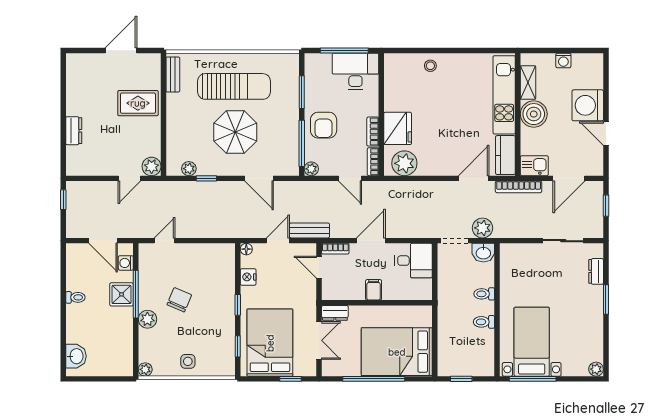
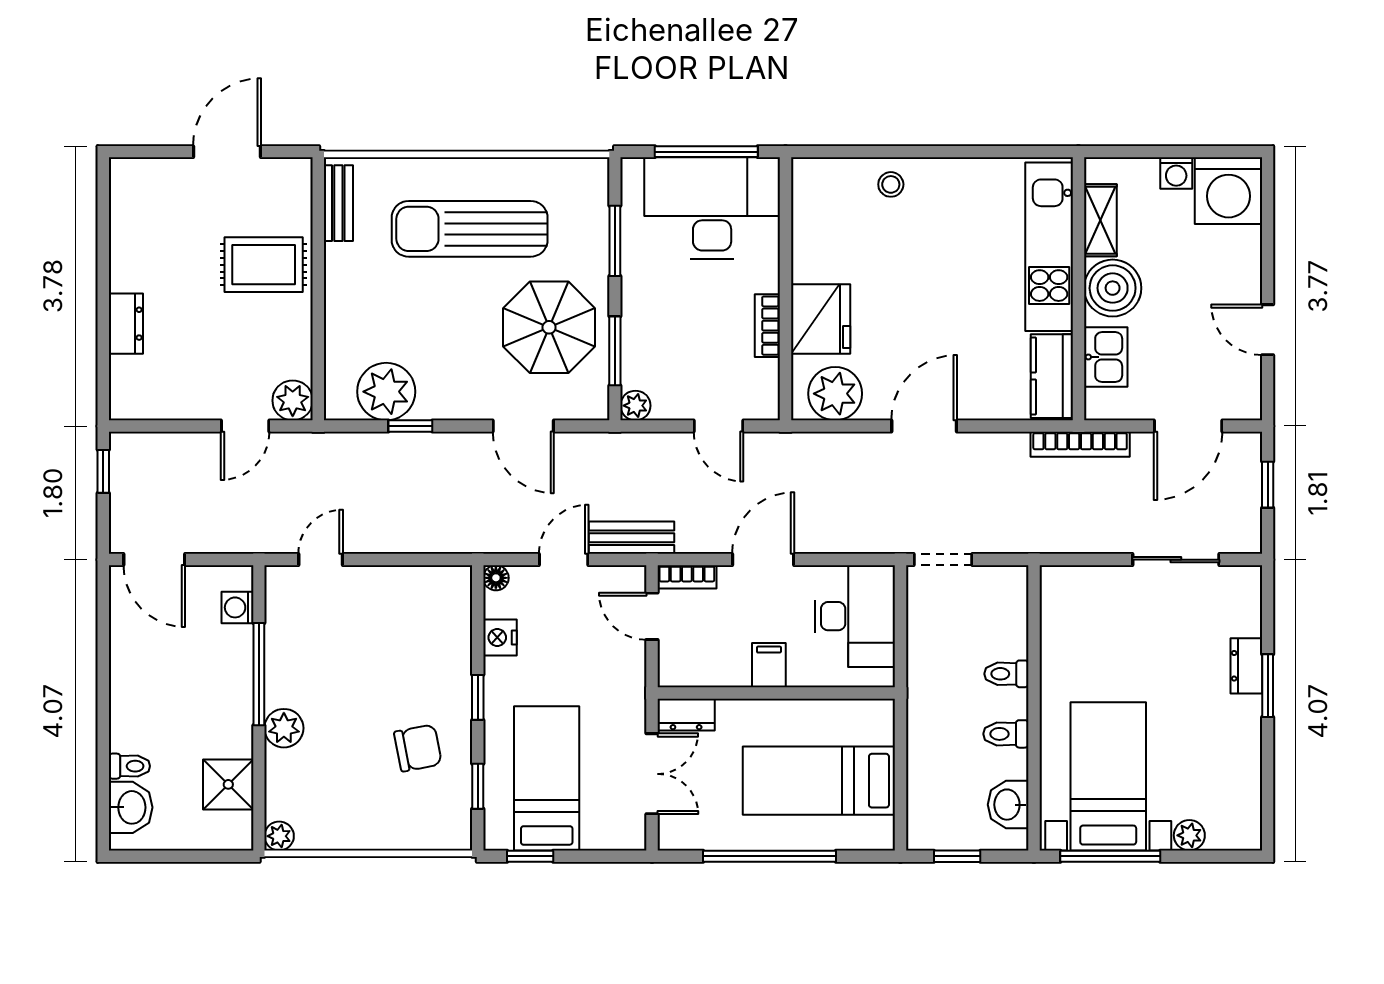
desk: (355, 71) -> (712, 208), width x1.36, depth x1.30
sun lounger: (234, 86) -> (470, 229), turned 180
washing machine: (588, 105) -> (1228, 191), moved, turned -90
armchair: (324, 125) -> (662, 312), removed
parasol: (235, 132) -> (549, 327), moved
window: (302, 143) -> (615, 351), width x0.69
bookcase: (373, 162) -> (768, 390), removed
kitchen sink: (534, 166) -> (1106, 357), moved, turned 90
plant: (189, 169) -> (386, 392), width x1.88, depth x1.88
door: (474, 178) -> (924, 426), moved
plant: (483, 228) -> (1003, 532), removed
door: (103, 241) -> (154, 560), moved
washbasin: (483, 253) -> (1008, 805), moved, turned 90
desk: (414, 261) -> (855, 616), width x1.37
dresser: (596, 271) -> (1246, 666), moved
shower: (122, 294) -> (228, 784), moved
toilet: (75, 297) -> (129, 766), moved
chair: (179, 300) -> (418, 748), moved, turned 56
bed: (270, 343) -> (547, 778), width x0.67
bed: (397, 352) -> (819, 781), width x0.67
side table: (188, 361) -> (370, 819), removed
plant: (596, 369) -> (1189, 835), moved
window: (290, 379) -> (530, 856), moved

